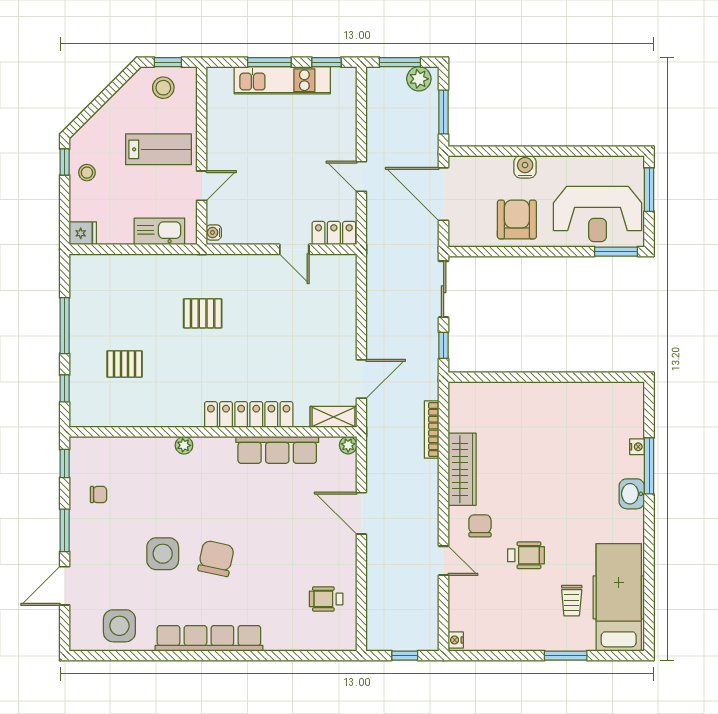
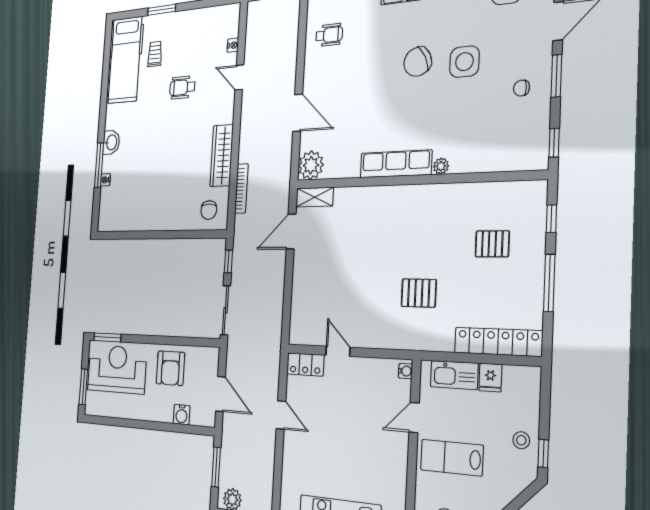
water cooler: (525, 167) -> (182, 415), moved
door: (444, 194) -> (220, 394), width x0.73
fridge: (83, 233) -> (490, 378), moved, turned -90
locker: (249, 415) -> (498, 342), moved, turned 180
plant: (348, 445) -> (311, 165), width x1.88, depth x1.88
row of seats: (277, 450) -> (396, 164), moved
chair: (98, 495) -> (522, 88), moved
chair: (480, 526) -> (209, 210), moved
chair: (216, 558) -> (418, 62), turned 52
nightstand: (456, 640) -> (233, 45), moved

